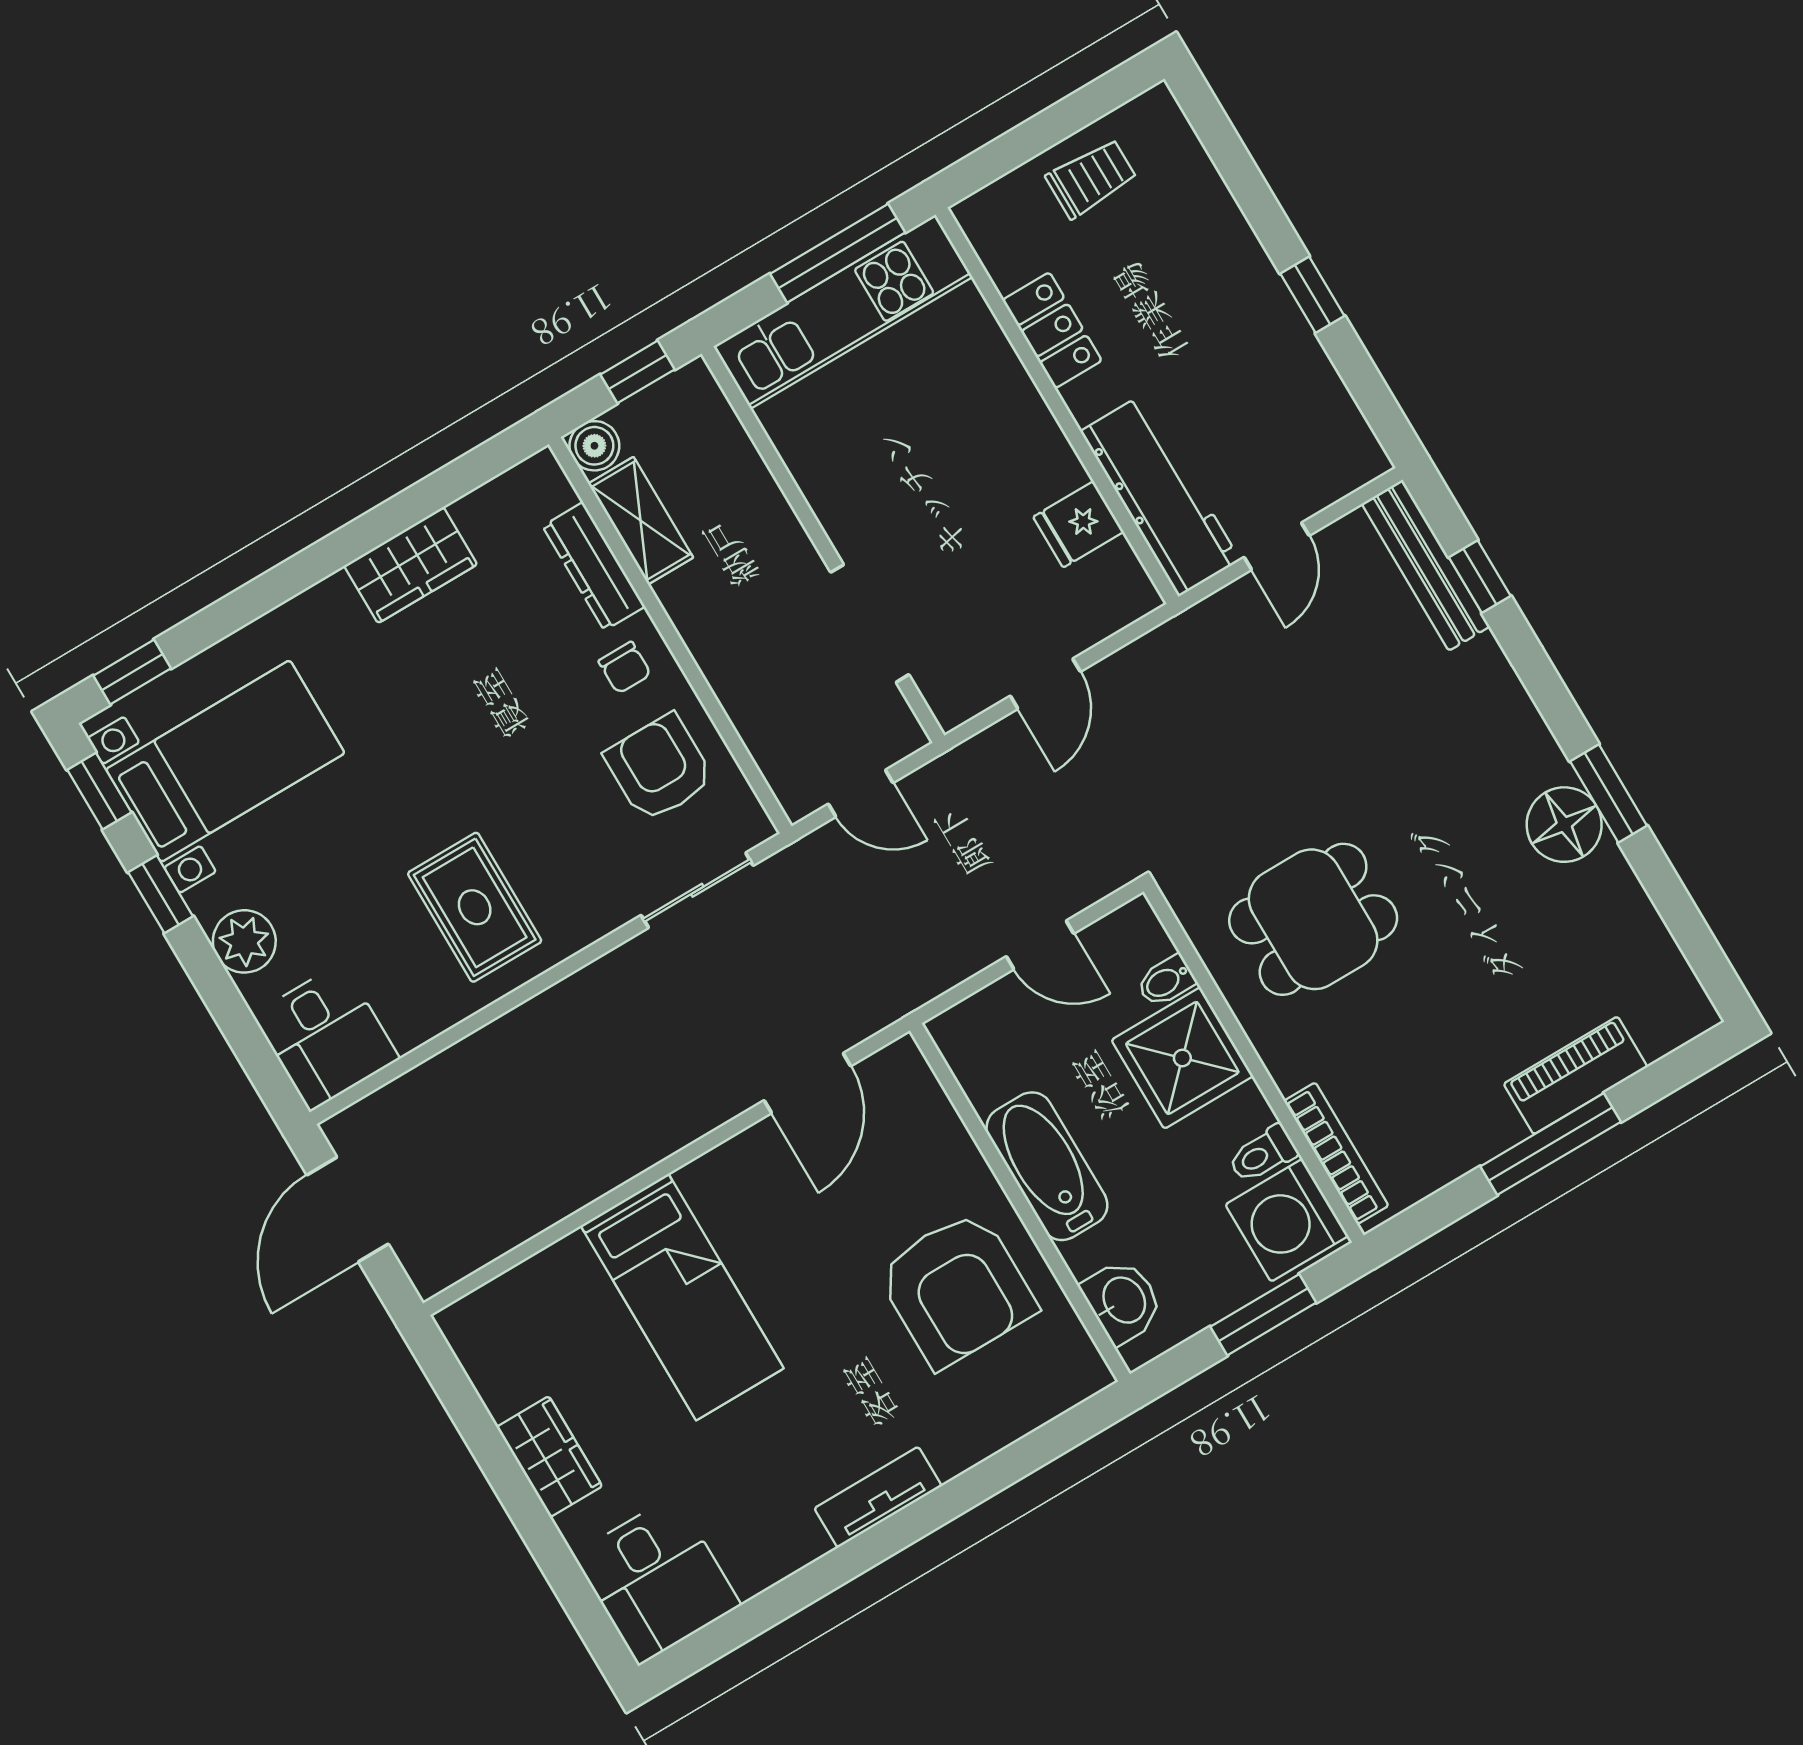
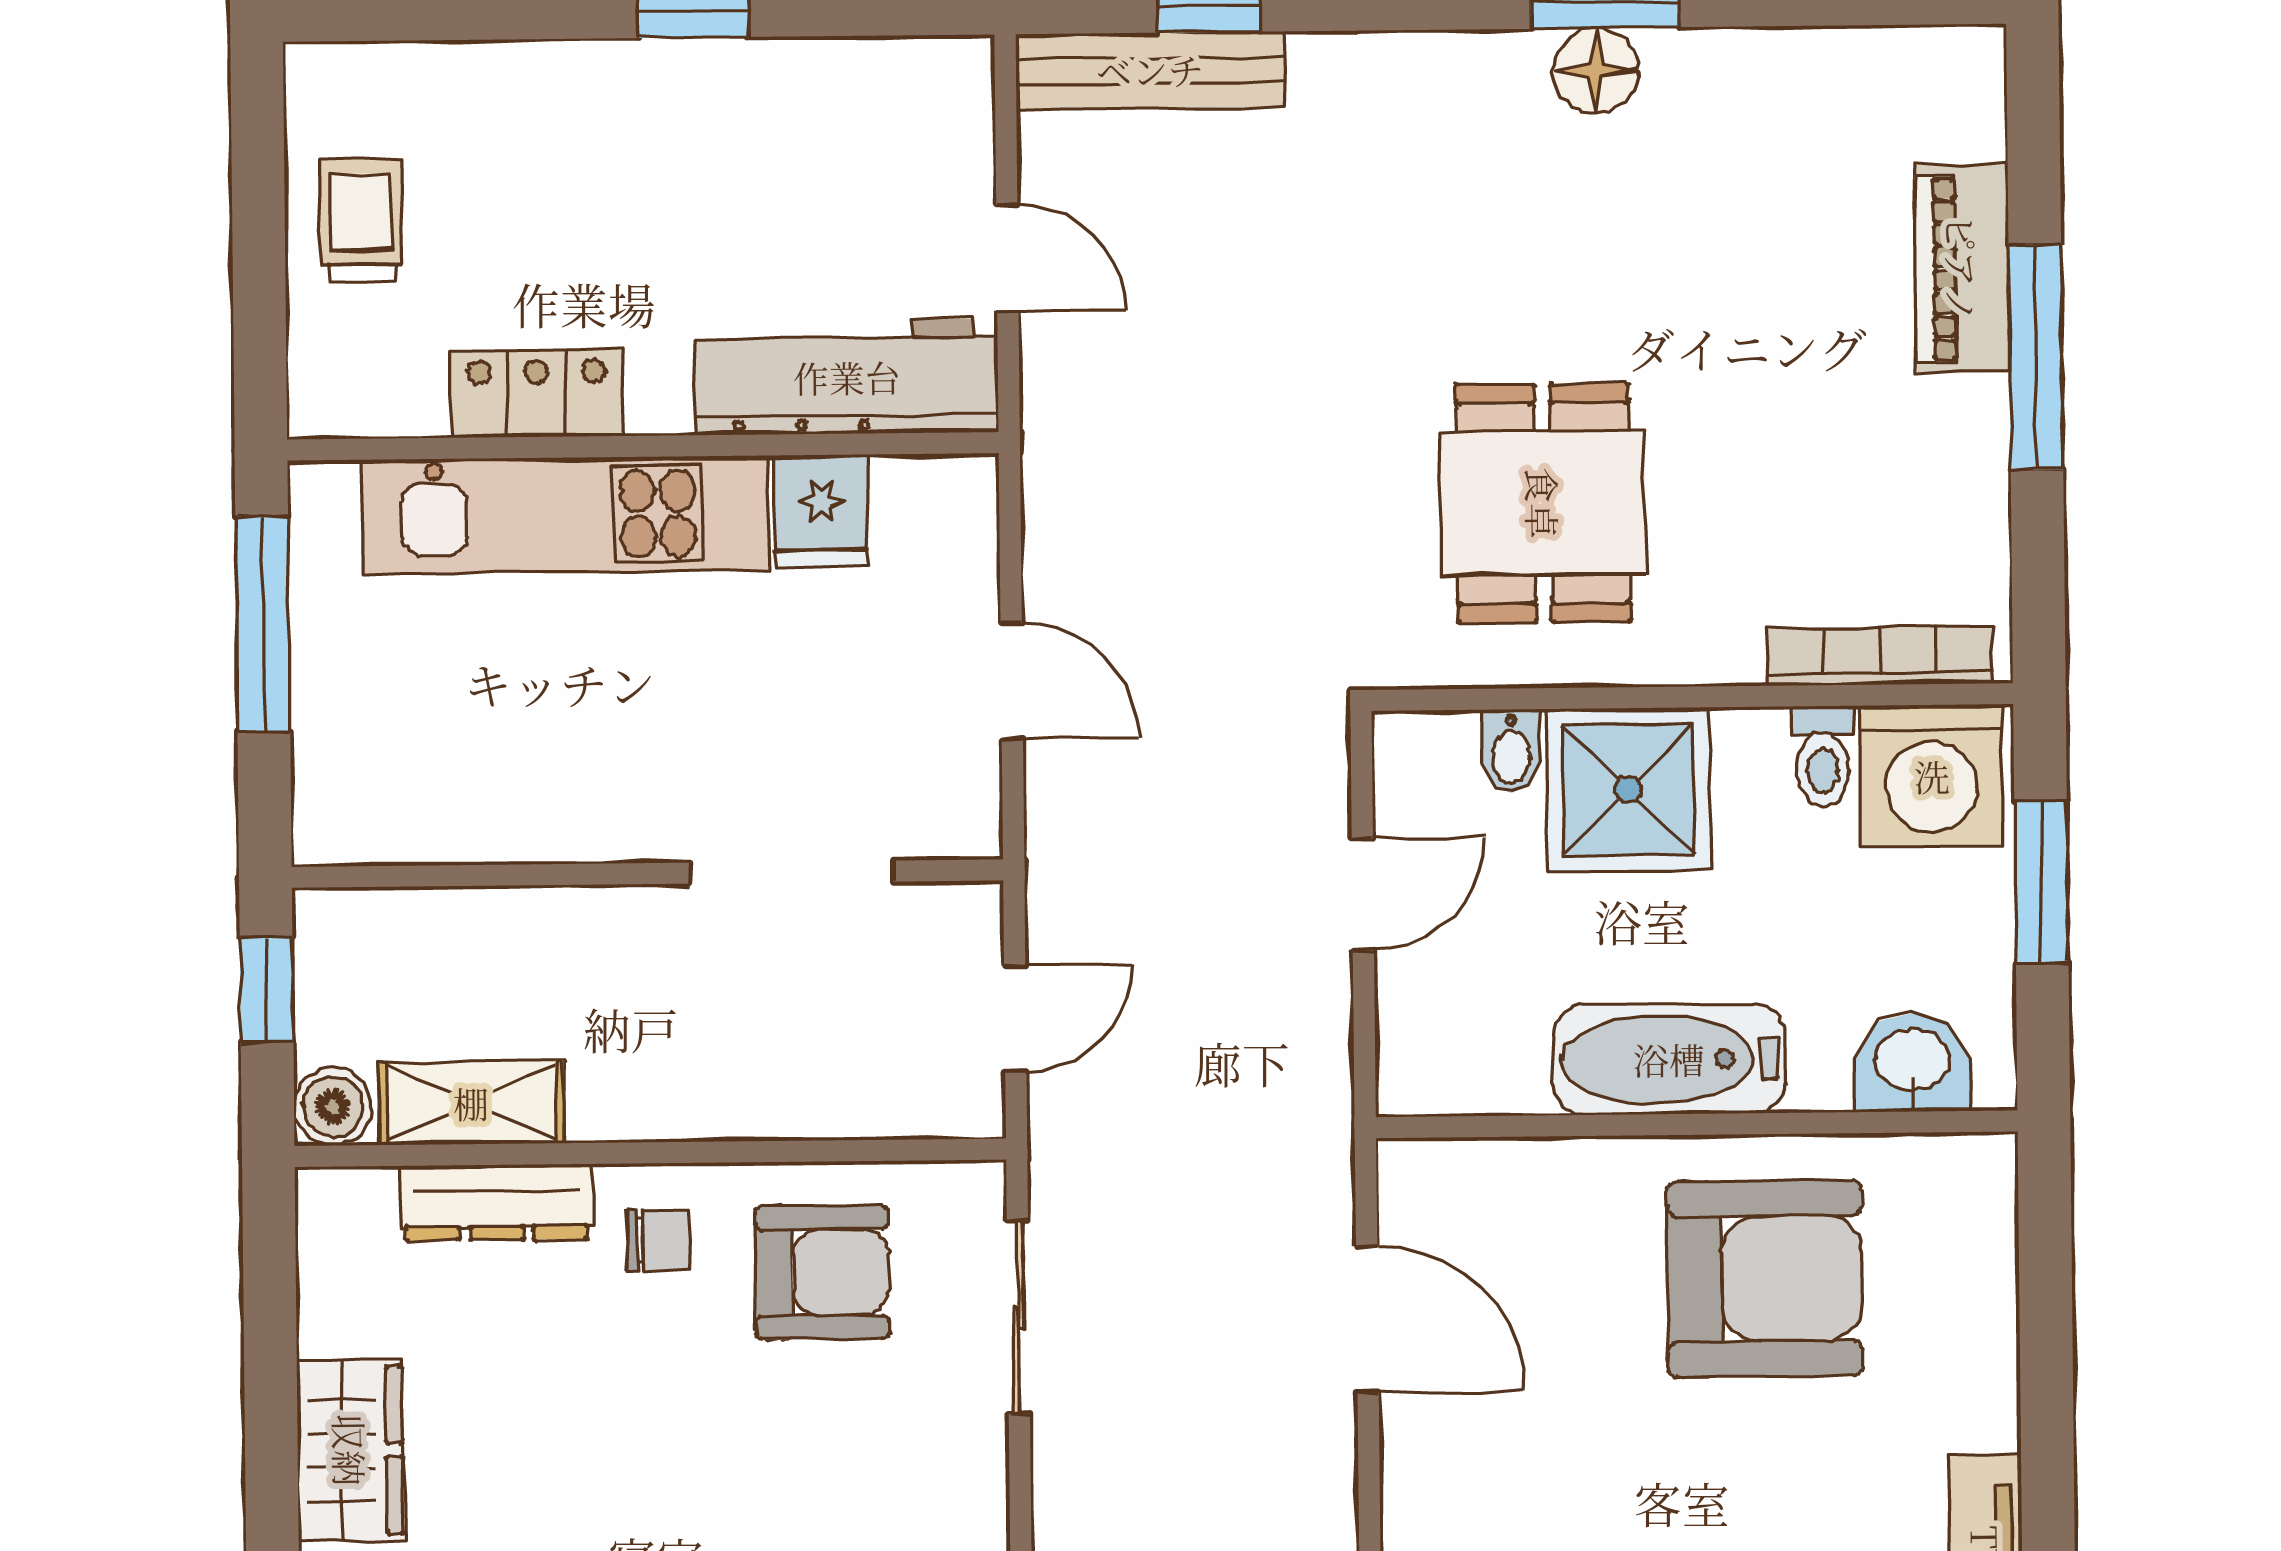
kitchen unit: (843, 312) -> (565, 515), moved, turned 90
armchair: (659, 768) -> (822, 1272), turned 180
floor lamp: (1564, 825) -> (1596, 71), width x0.73, depth x0.73

